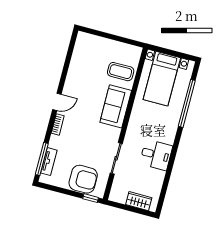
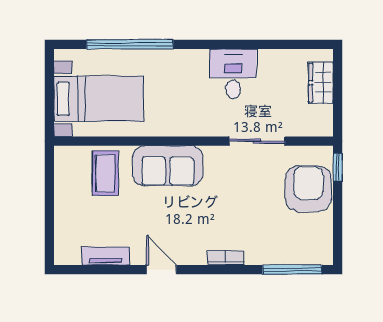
door: (57, 102) -> (161, 270), moved
tv unit: (49, 162) -> (106, 256), moved

